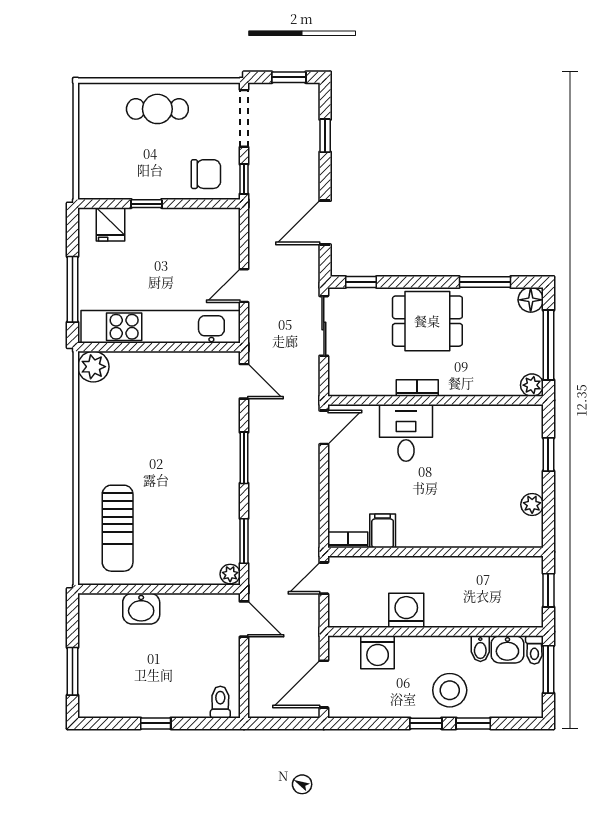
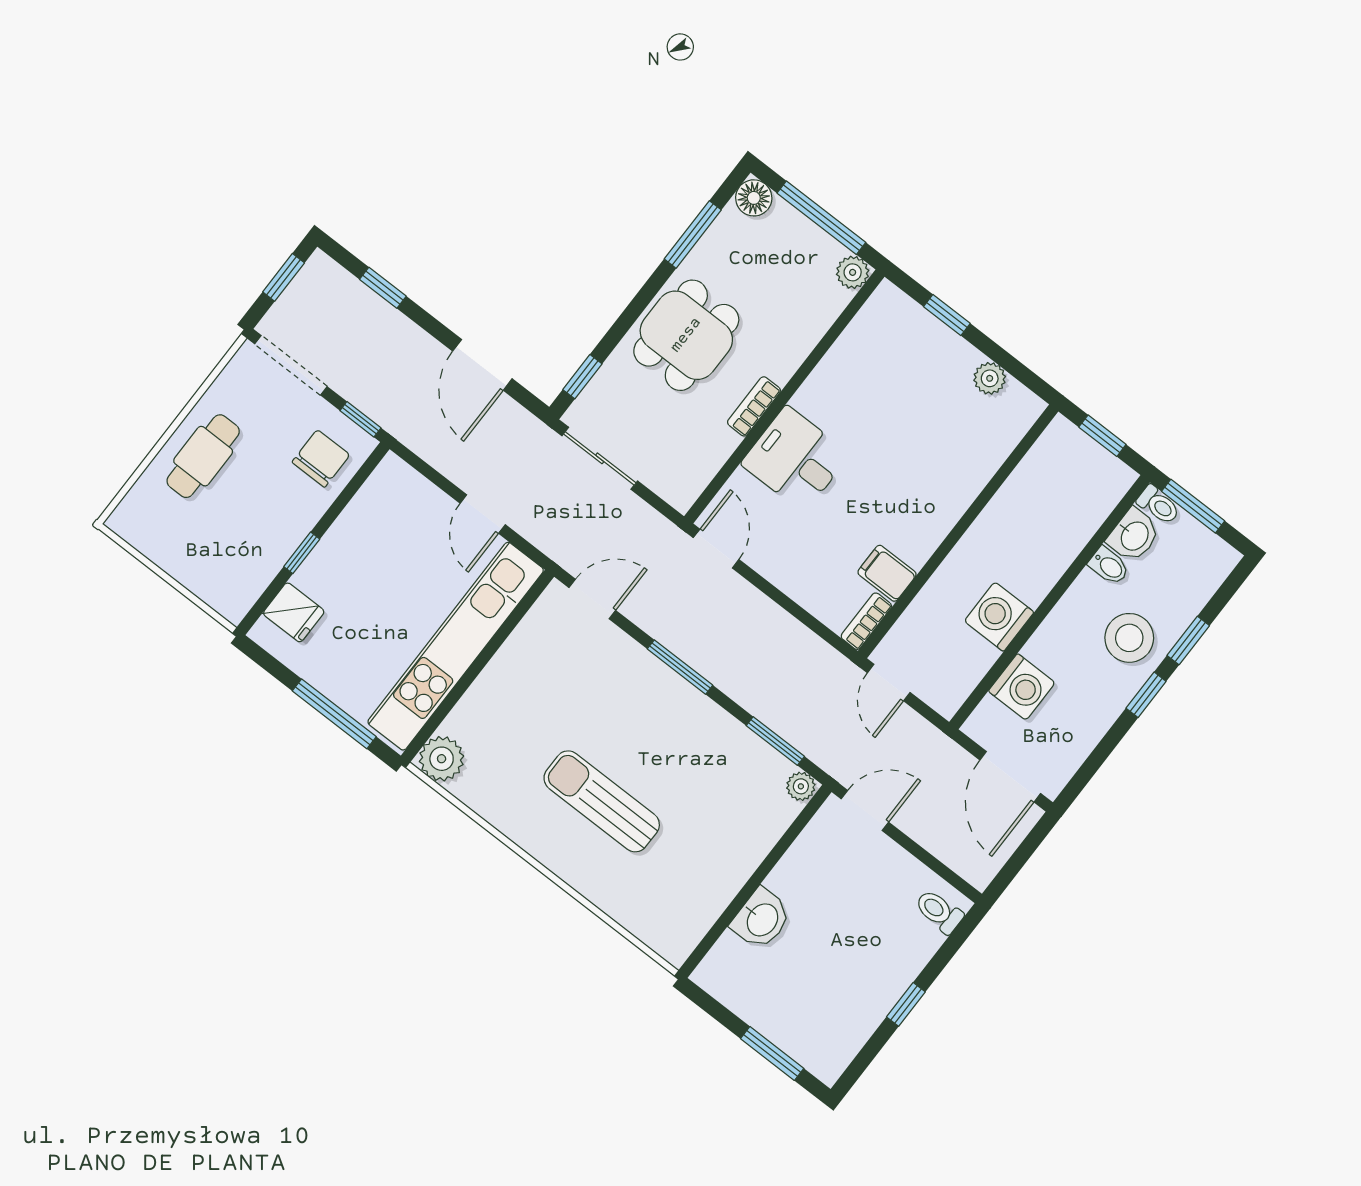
sun lounger: (118, 528) -> (602, 801), moved, turned 180

